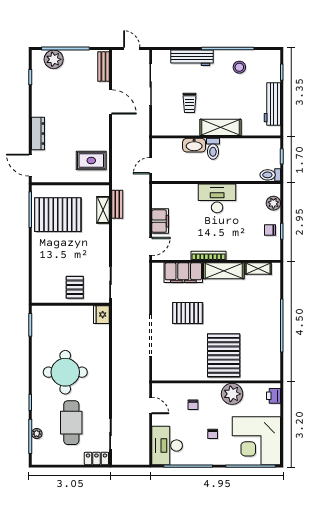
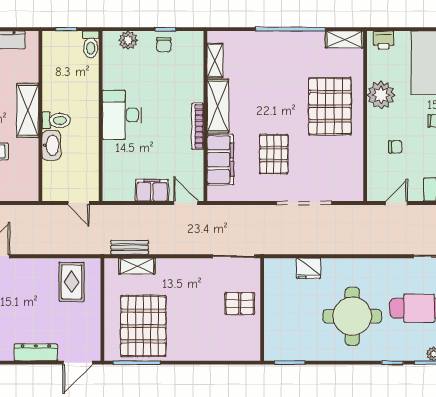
fridge: (101, 315) -> (308, 268), moved
pallet: (224, 355) -> (330, 106), turned 90
shelving: (274, 366) -> (344, 39), added

